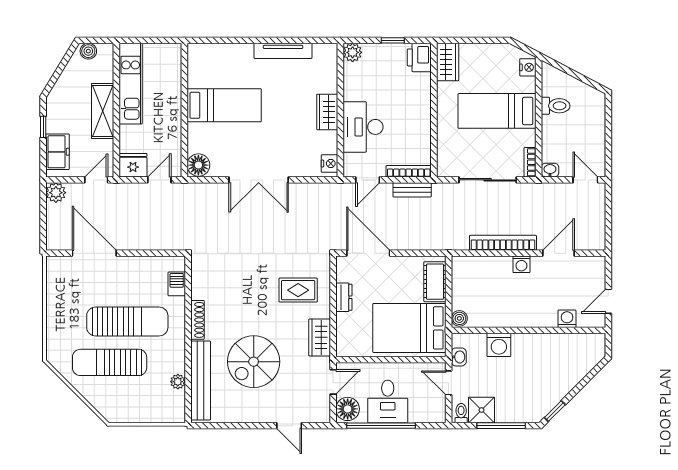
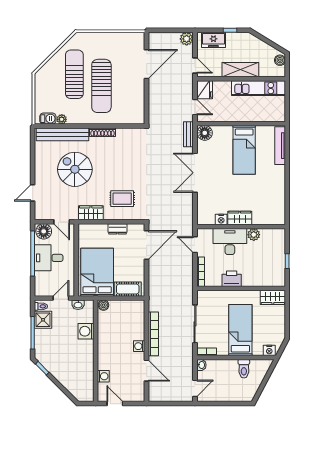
tv unit: (283, 51) -> (280, 146), moved
plant: (353, 52) -> (254, 235), moved
printer: (419, 57) -> (232, 279), moved
nightstand: (329, 164) -> (221, 219), moved
bench: (412, 190) -> (188, 134), moved
barbecue: (177, 284) -> (48, 119), moved
rug: (298, 290) -> (122, 199), turned 90

